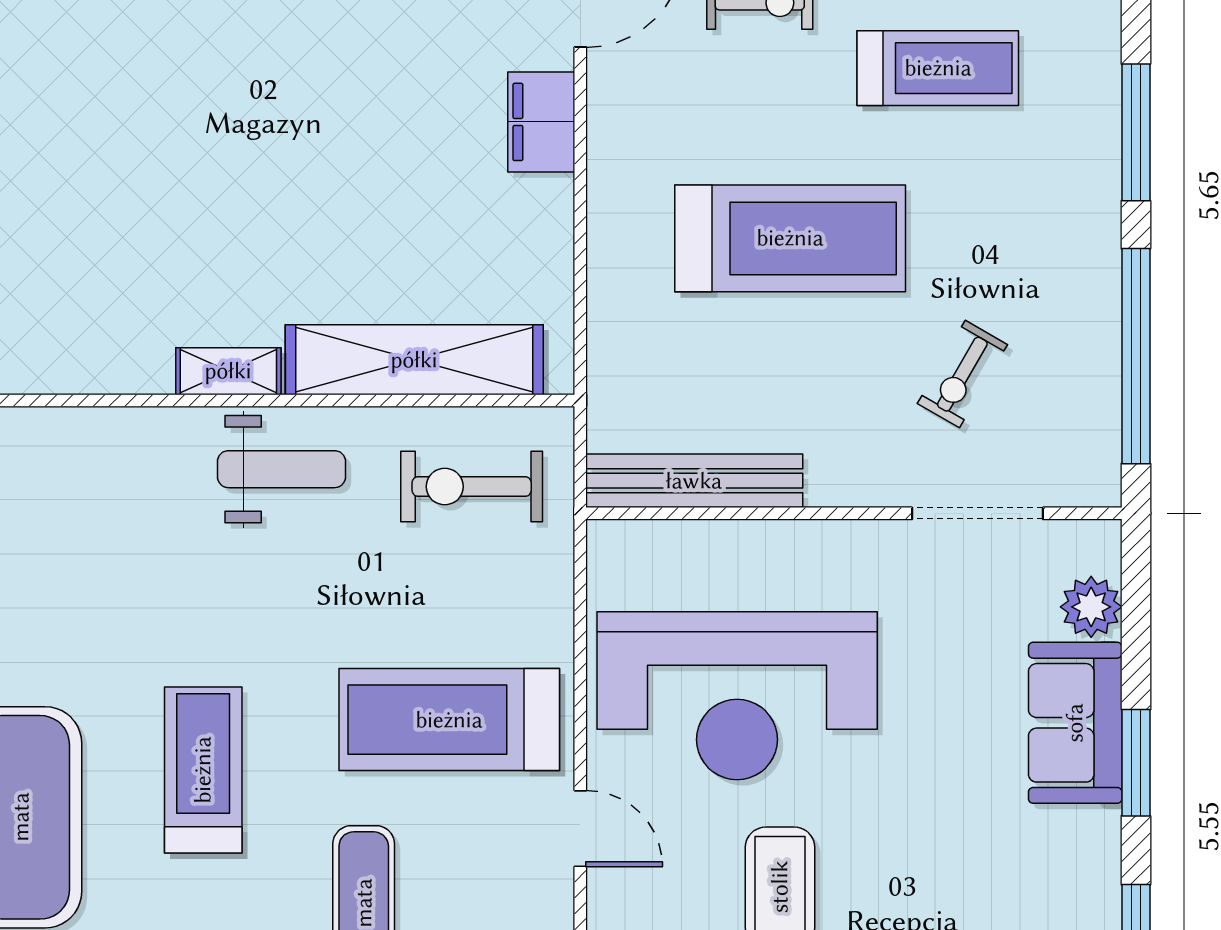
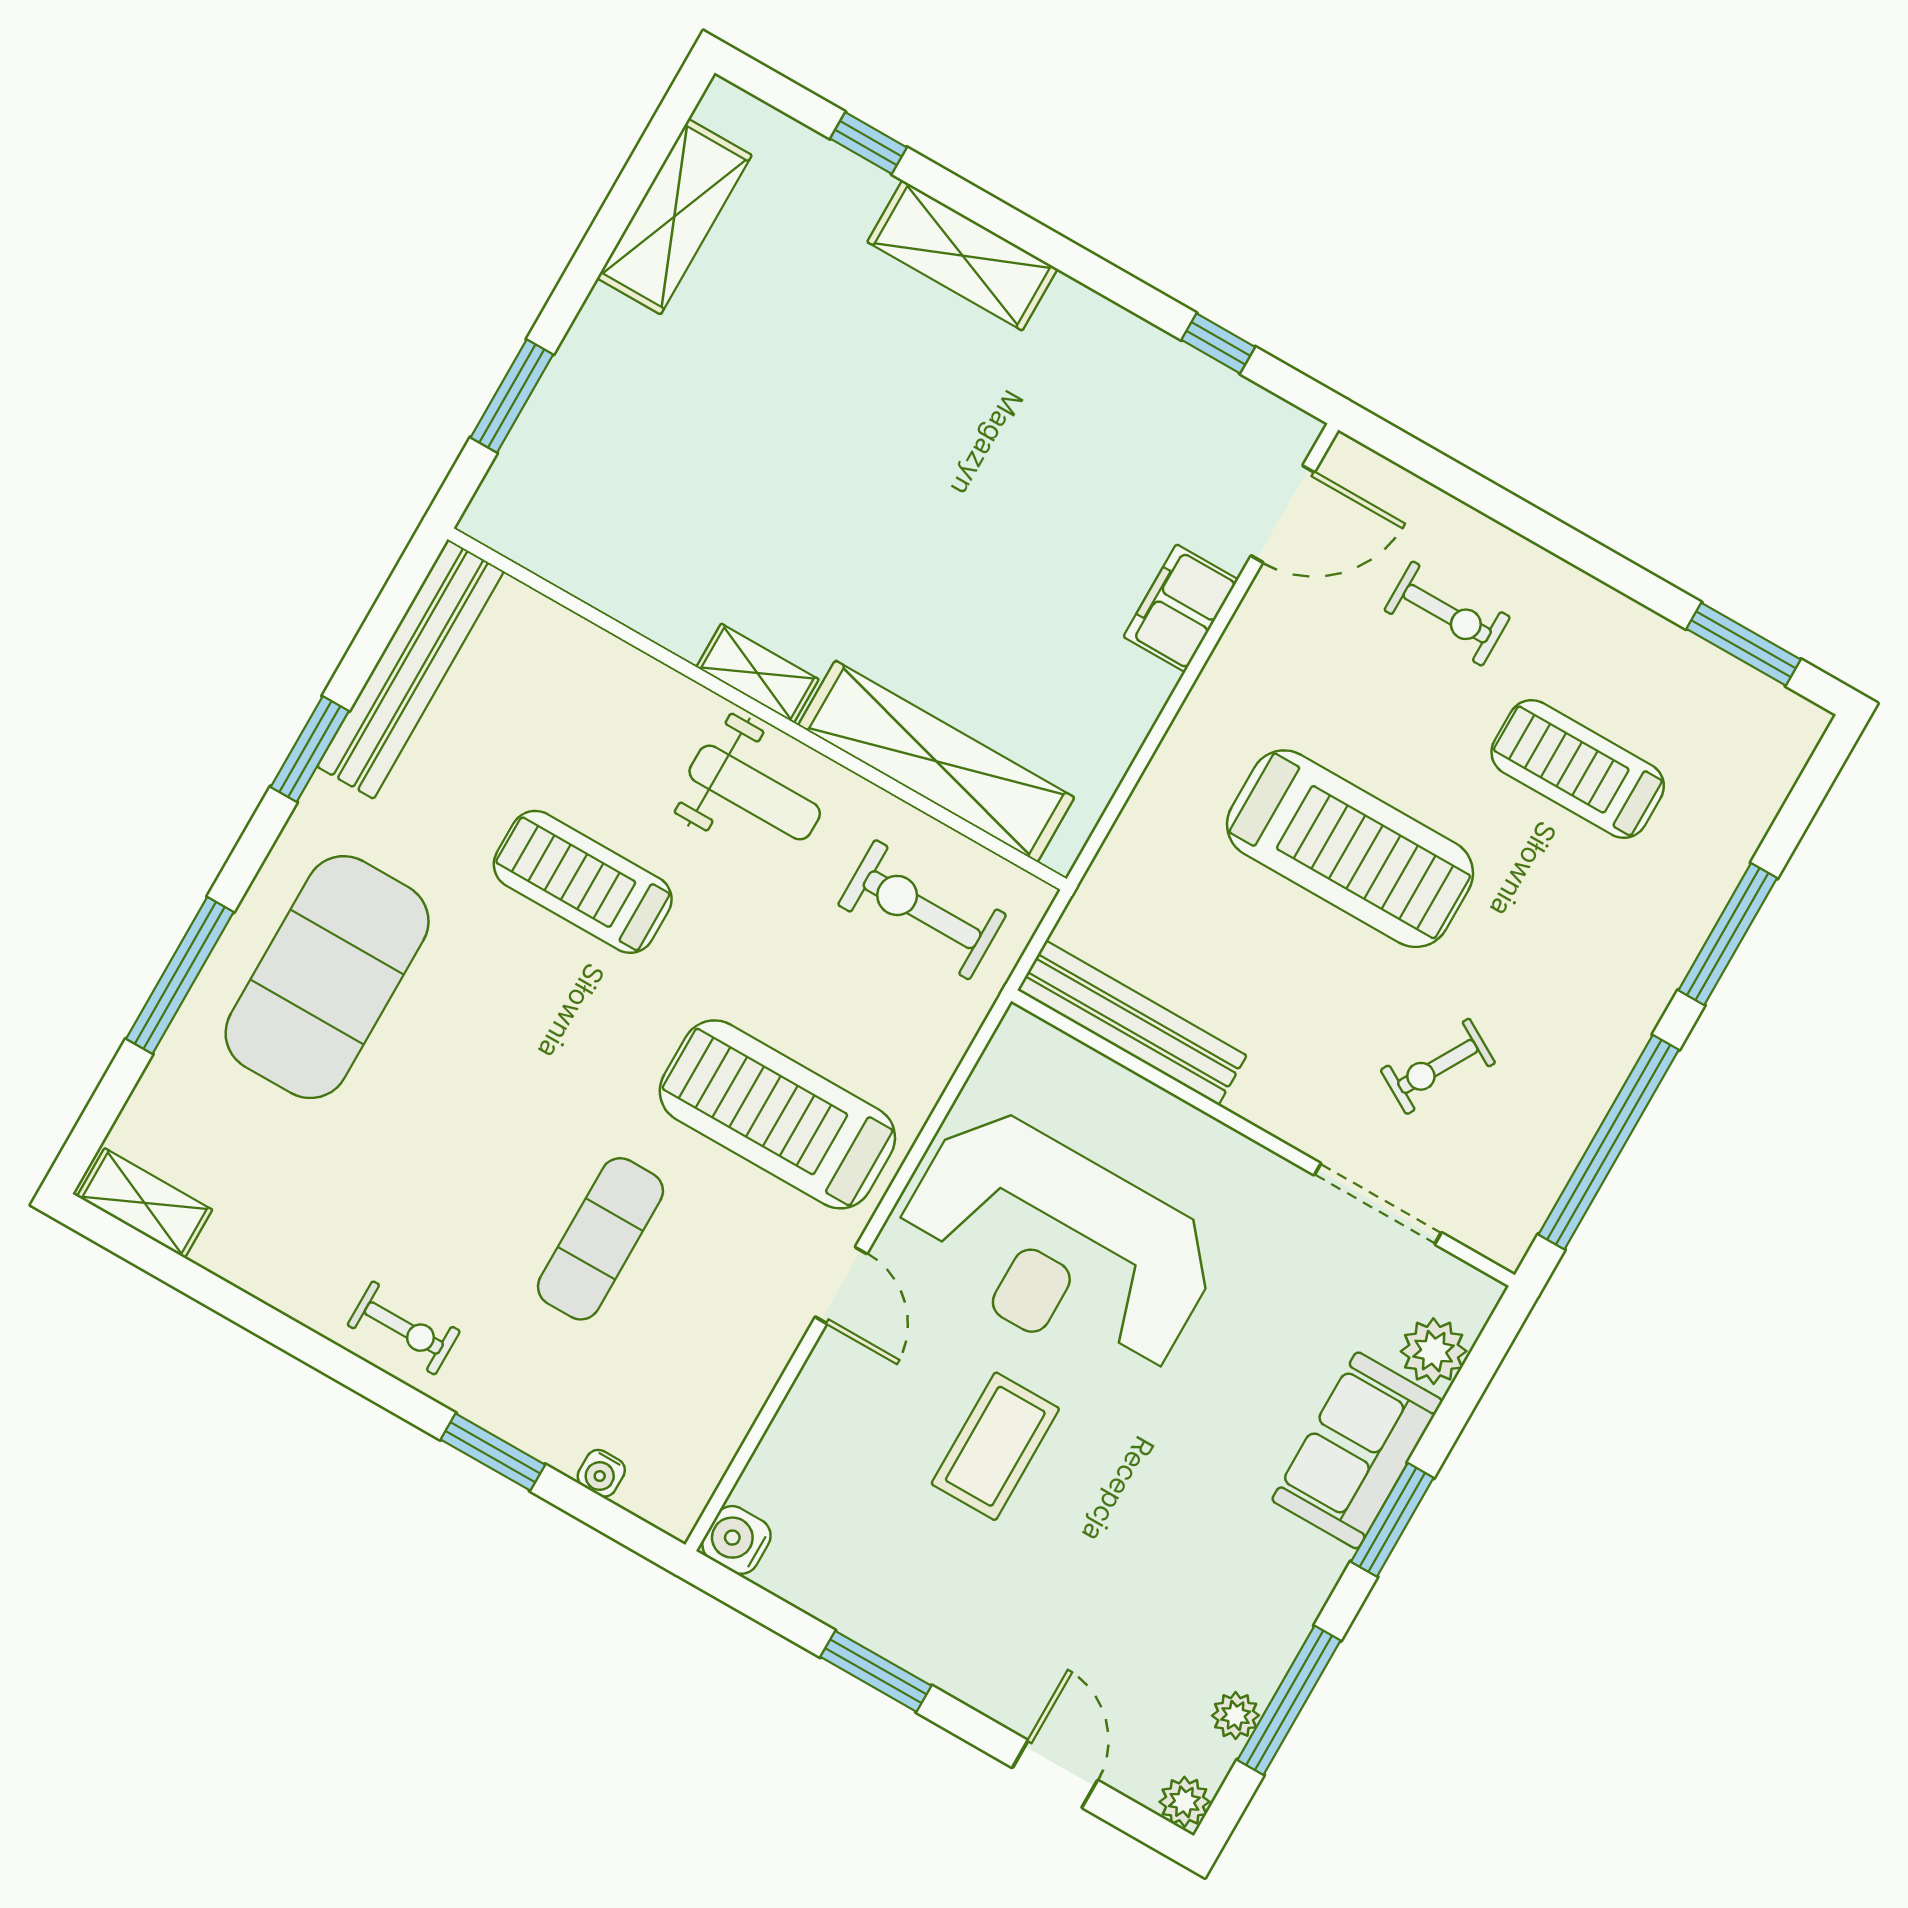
treadmill: (938, 68) -> (1578, 769), turned 180
treadmill: (203, 770) -> (583, 882), moved, turned -90

